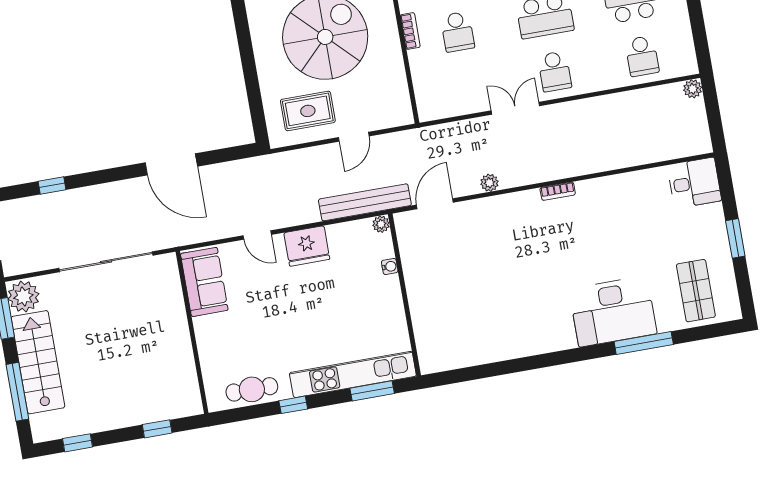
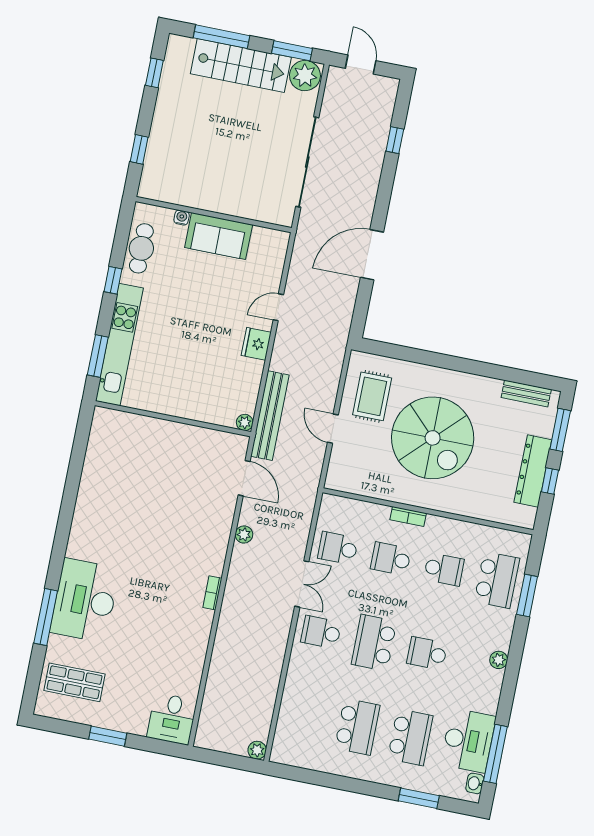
school desk: (642, 56) -> (338, 548), moved
fridge: (307, 246) -> (256, 344), width x0.73, depth x0.75
water cooler: (390, 266) -> (182, 218), moved, turned 180
sofa: (204, 282) -> (219, 236), moved

